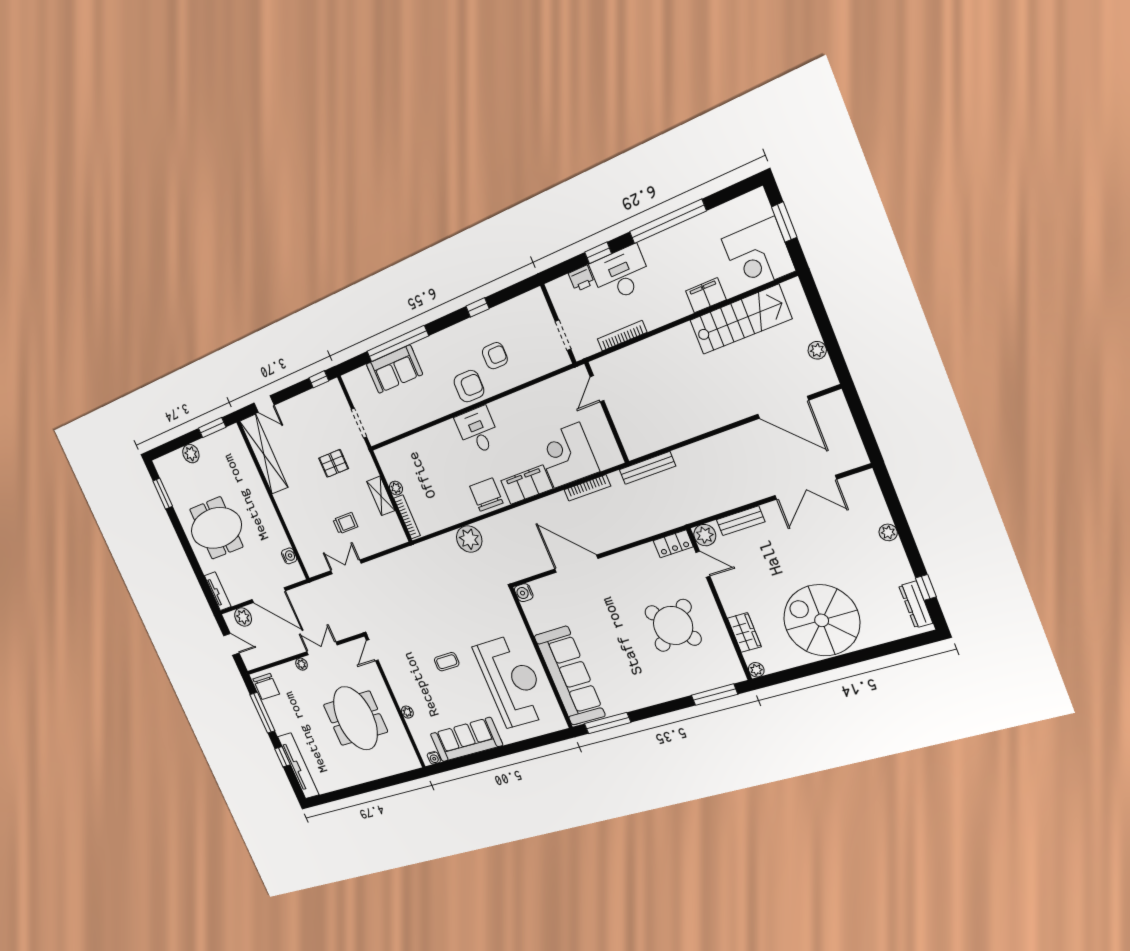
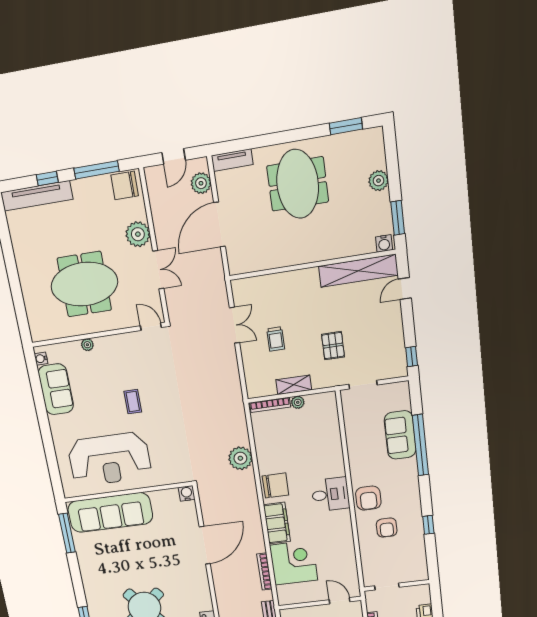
water cooler: (289, 556) -> (384, 243), moved
plant: (302, 664) -> (138, 234), width x1.88, depth x1.88
sofa: (466, 740) -> (56, 389), width x0.73

